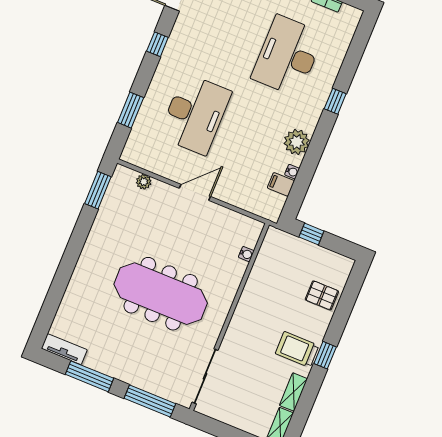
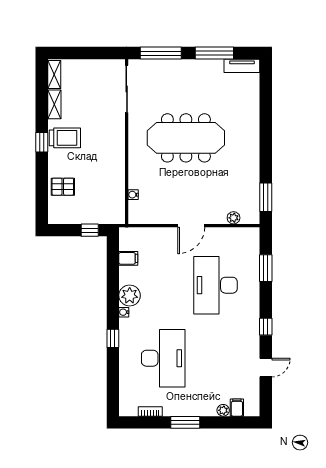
water cooler: (292, 172) -> (124, 312), moved

